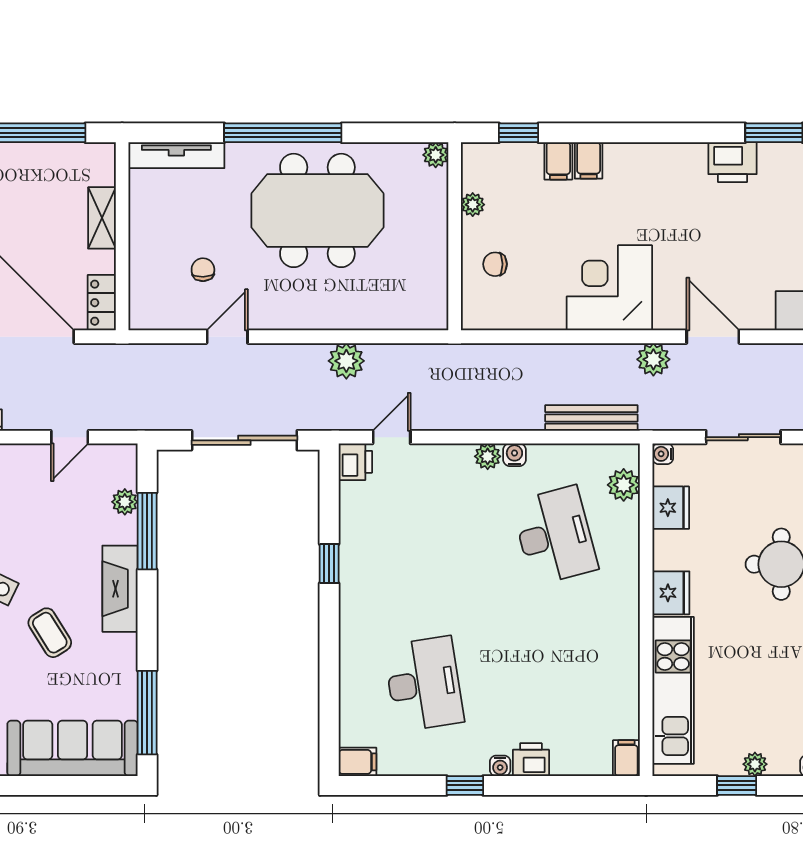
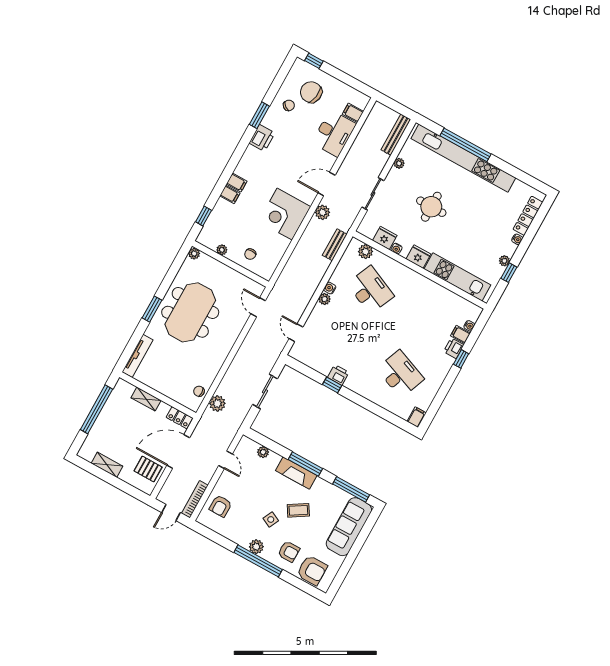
window: (283, 133) -> (152, 309), width x0.47
filing cabinet: (558, 161) -> (237, 183), moved
chair: (203, 270) -> (199, 391), moved
door: (227, 337) -> (258, 307), moved
plant: (346, 361) -> (217, 403), moved
bench: (591, 418) -> (335, 245), width x0.73
sliding door: (244, 440) -> (265, 391), width x0.73
water cooler: (663, 454) -> (397, 249), moved
printer: (355, 462) -> (338, 375), moved
window: (147, 531) -> (305, 464), moved
desk: (555, 536) -> (370, 290), turned 39
desk: (424, 684) -> (400, 374), turned 30
filing cabinet: (626, 758) -> (460, 334), moved
water cooler: (500, 766) -> (469, 326), moved
window: (465, 785) -> (461, 359), moved

